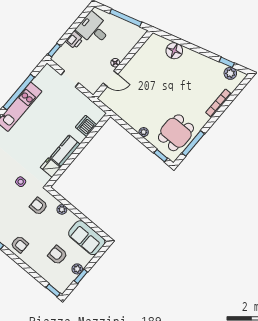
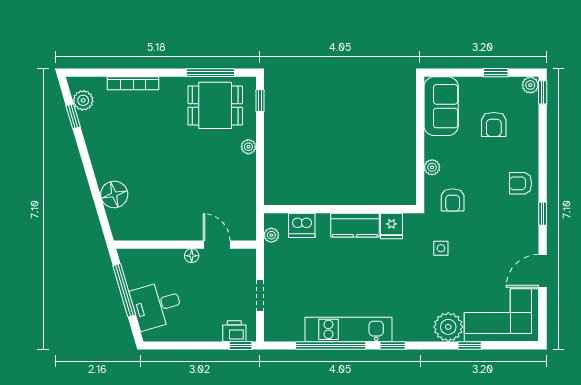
desk: (94, 29) -> (157, 305), moved, turned 74
printer: (74, 40) -> (234, 331), moved
plant: (93, 108) -> (271, 235), added
armchair: (20, 244) -> (521, 183), turned -90
plant: (77, 269) -> (530, 85), moved

